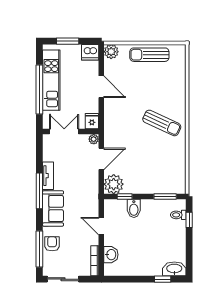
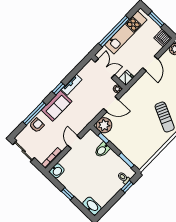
window: (39, 191) -> (59, 88), width x0.46
window: (39, 249) -> (34, 113), moved
washbasin: (111, 255) -> (57, 171), moved
window: (163, 279) -> (68, 194), moved

